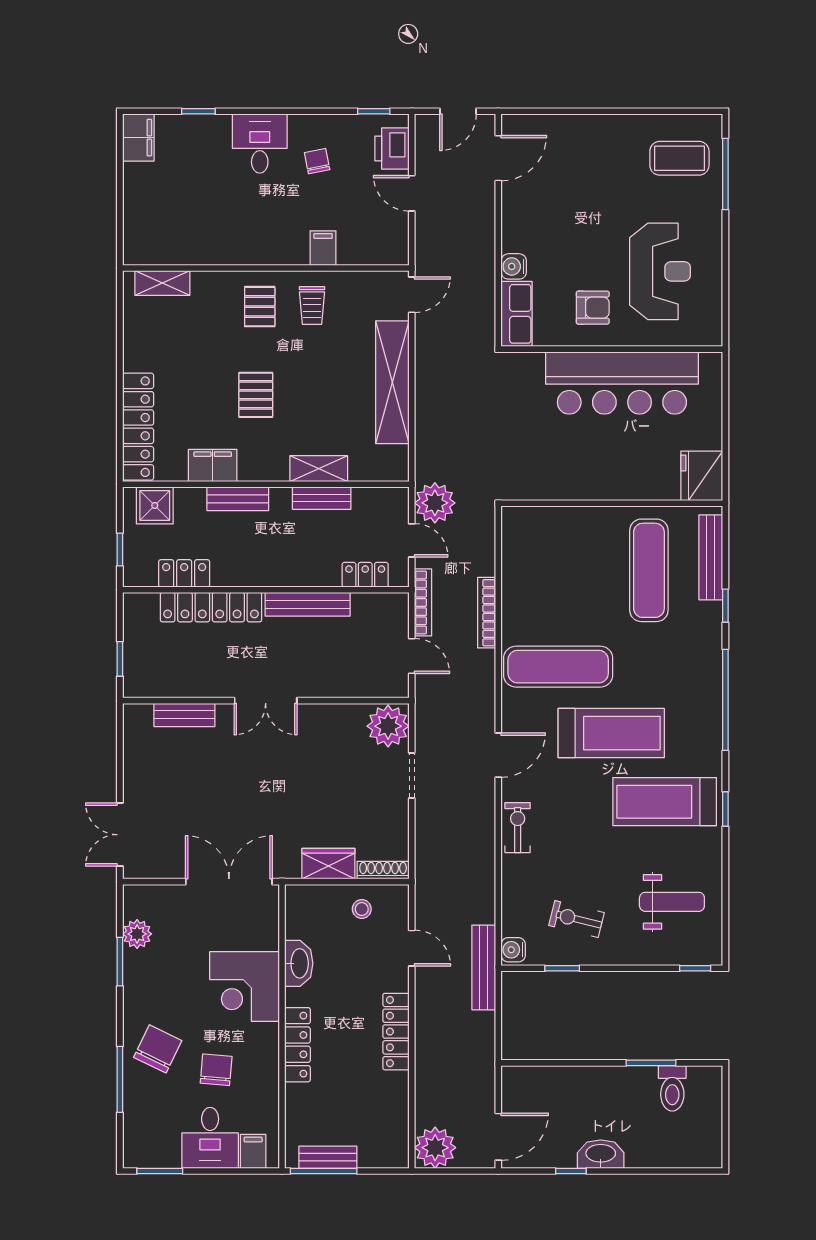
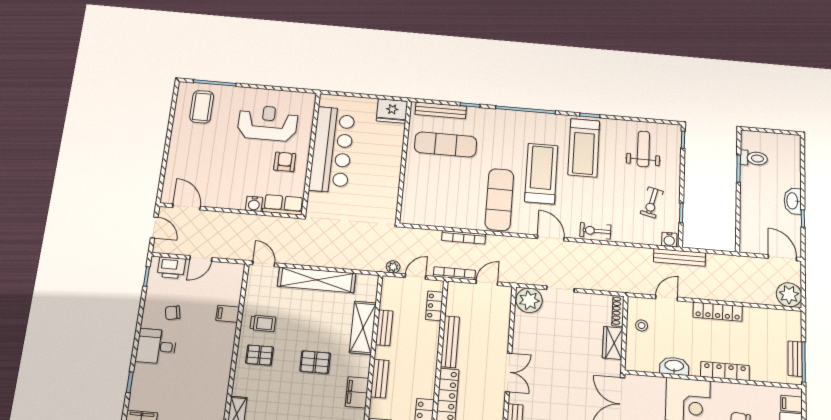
shelving: (319, 469) -> (363, 328), width x1.50, depth x1.33
plant: (435, 503) -> (393, 267), width x0.53, depth x0.53

